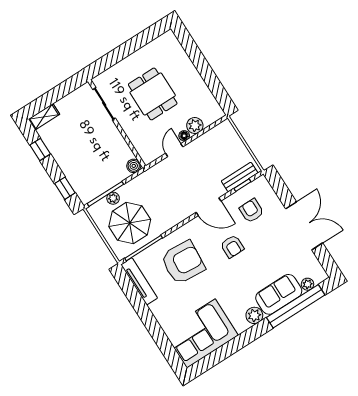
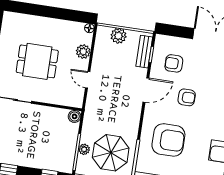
floor lamp: (184, 136) -> (89, 28), moved
plant: (234, 144) -> (119, 36), added
armchair: (183, 262) -> (168, 140), turned 86

